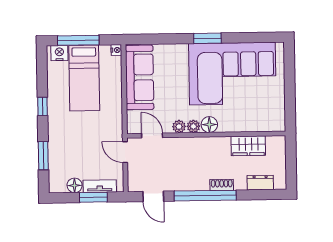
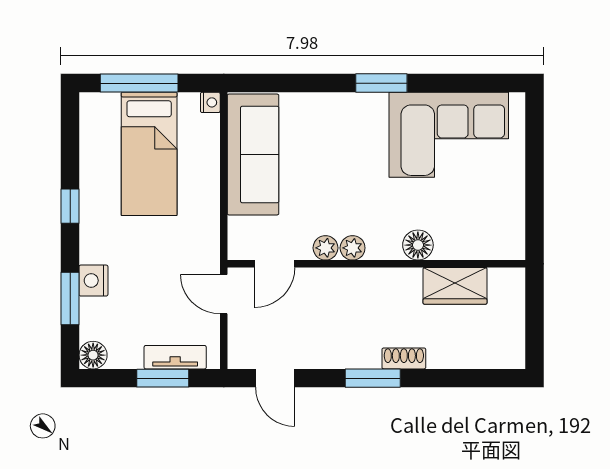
nightstand: (59, 53) -> (93, 281), moved, turned -90
corner sofa: (232, 74) -> (449, 135), width x0.73, depth x0.74
floor lamp: (209, 125) -> (418, 245), moved
door: (152, 135) -> (275, 264), swing flipped
dresser: (260, 183) -> (476, 355), removed
floor lamp: (75, 185) -> (93, 355), moved
window: (205, 196) -> (373, 378), width x0.47

